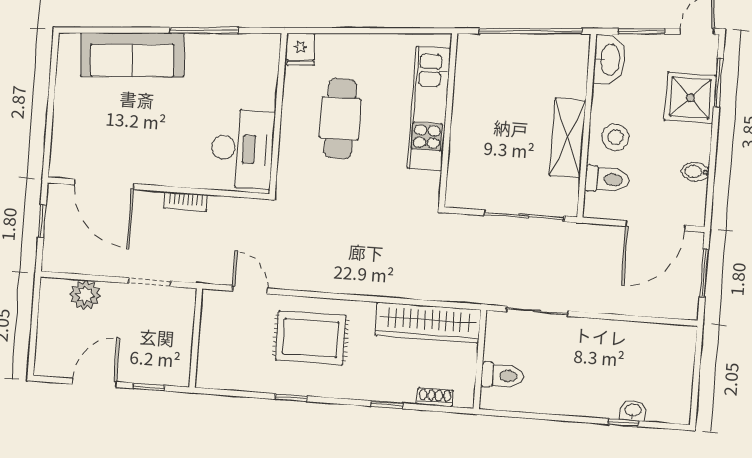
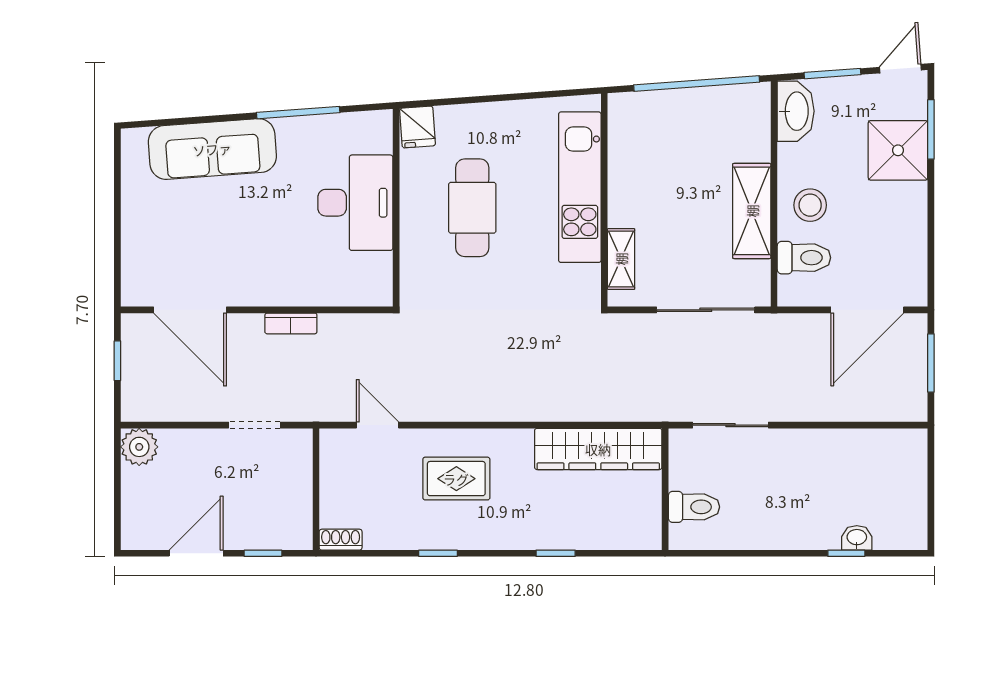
desk: (242, 149) -> (355, 203), moved
shelving: (458, 169) -> (621, 259), added
bidet: (695, 172) -> (911, 240), removed
plant: (85, 295) -> (139, 447), moved
rug: (311, 338) -> (456, 479), width x0.73, depth x0.70
shoe rack: (435, 397) -> (341, 540), moved

